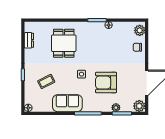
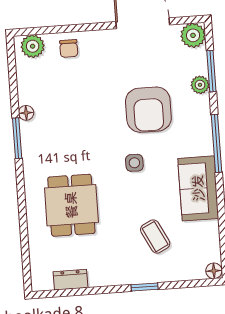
dining table: (64, 43) -> (71, 205), turned 90

